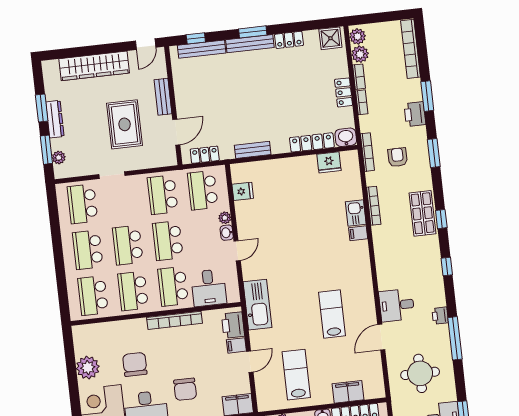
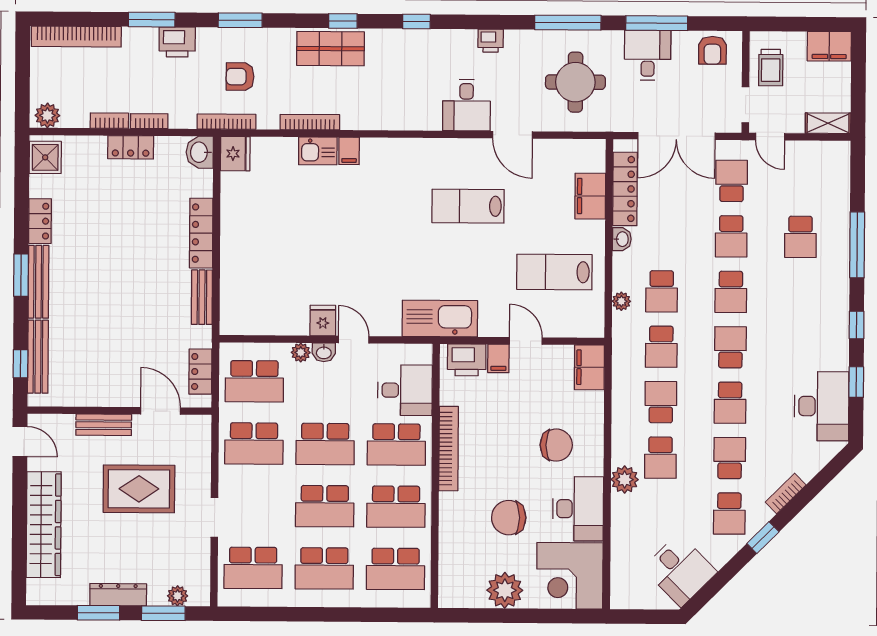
plant: (360, 54) -> (75, 115), removed
locker: (312, 142) -> (201, 233), moved
fridge: (329, 162) -> (235, 154), moved
fridge: (243, 191) -> (323, 321), moved
window: (455, 338) -> (568, 23), moved

